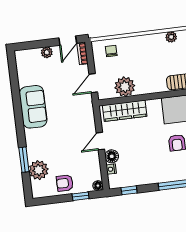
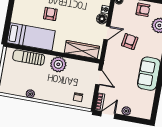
door: (93, 83) -> (99, 77), hinge flipped
plant: (125, 87) -> (58, 64), moved
armchair: (69, 139) -> (130, 42), added

